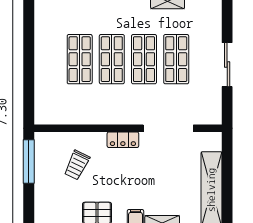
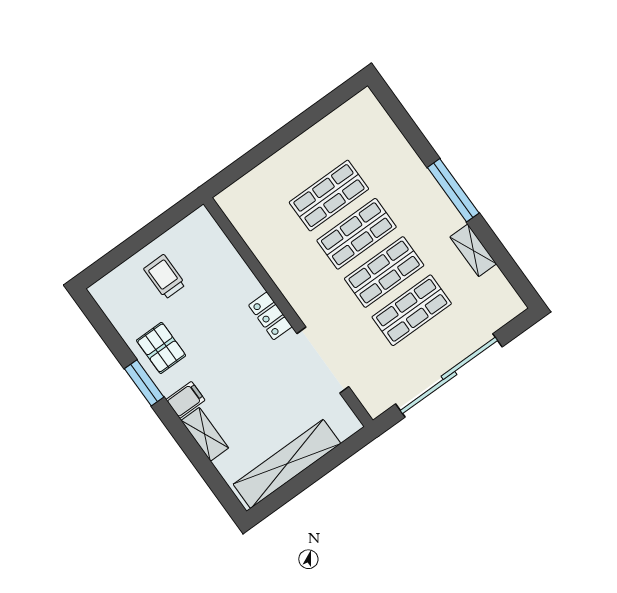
sliding door: (227, 65) -> (449, 375), width x1.86
window: (29, 161) -> (164, 223), removed
trolley: (77, 165) -> (165, 277), moved, turned 64

